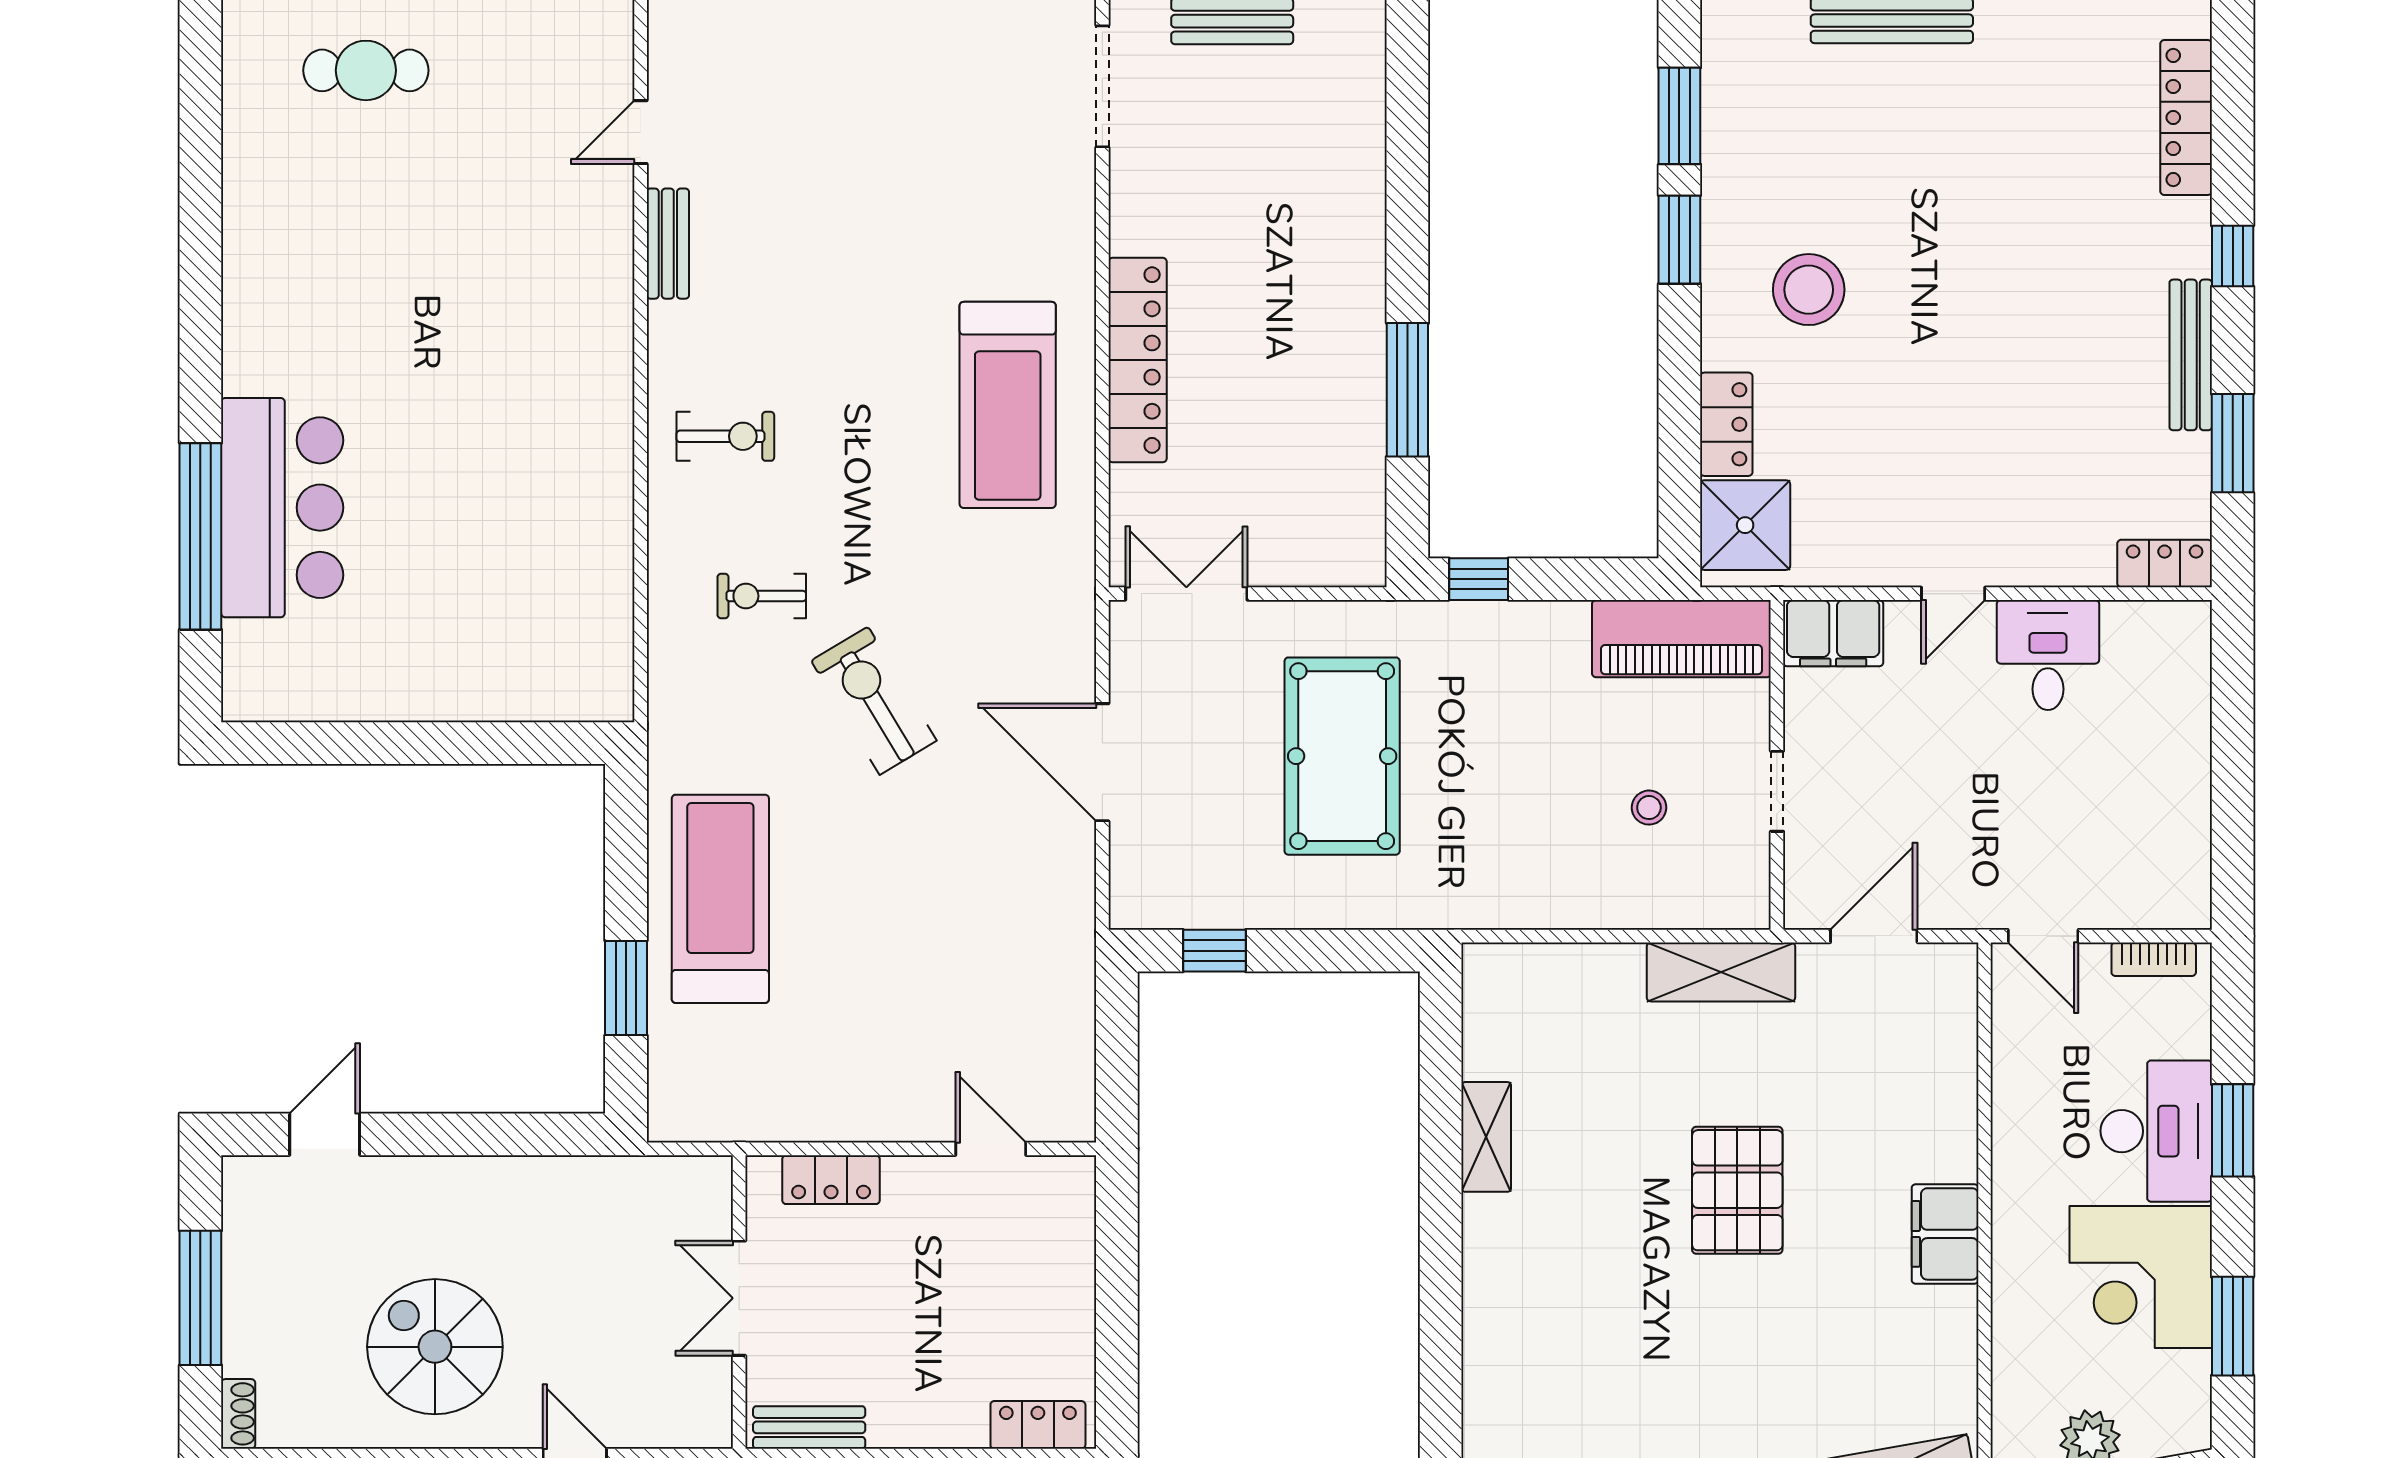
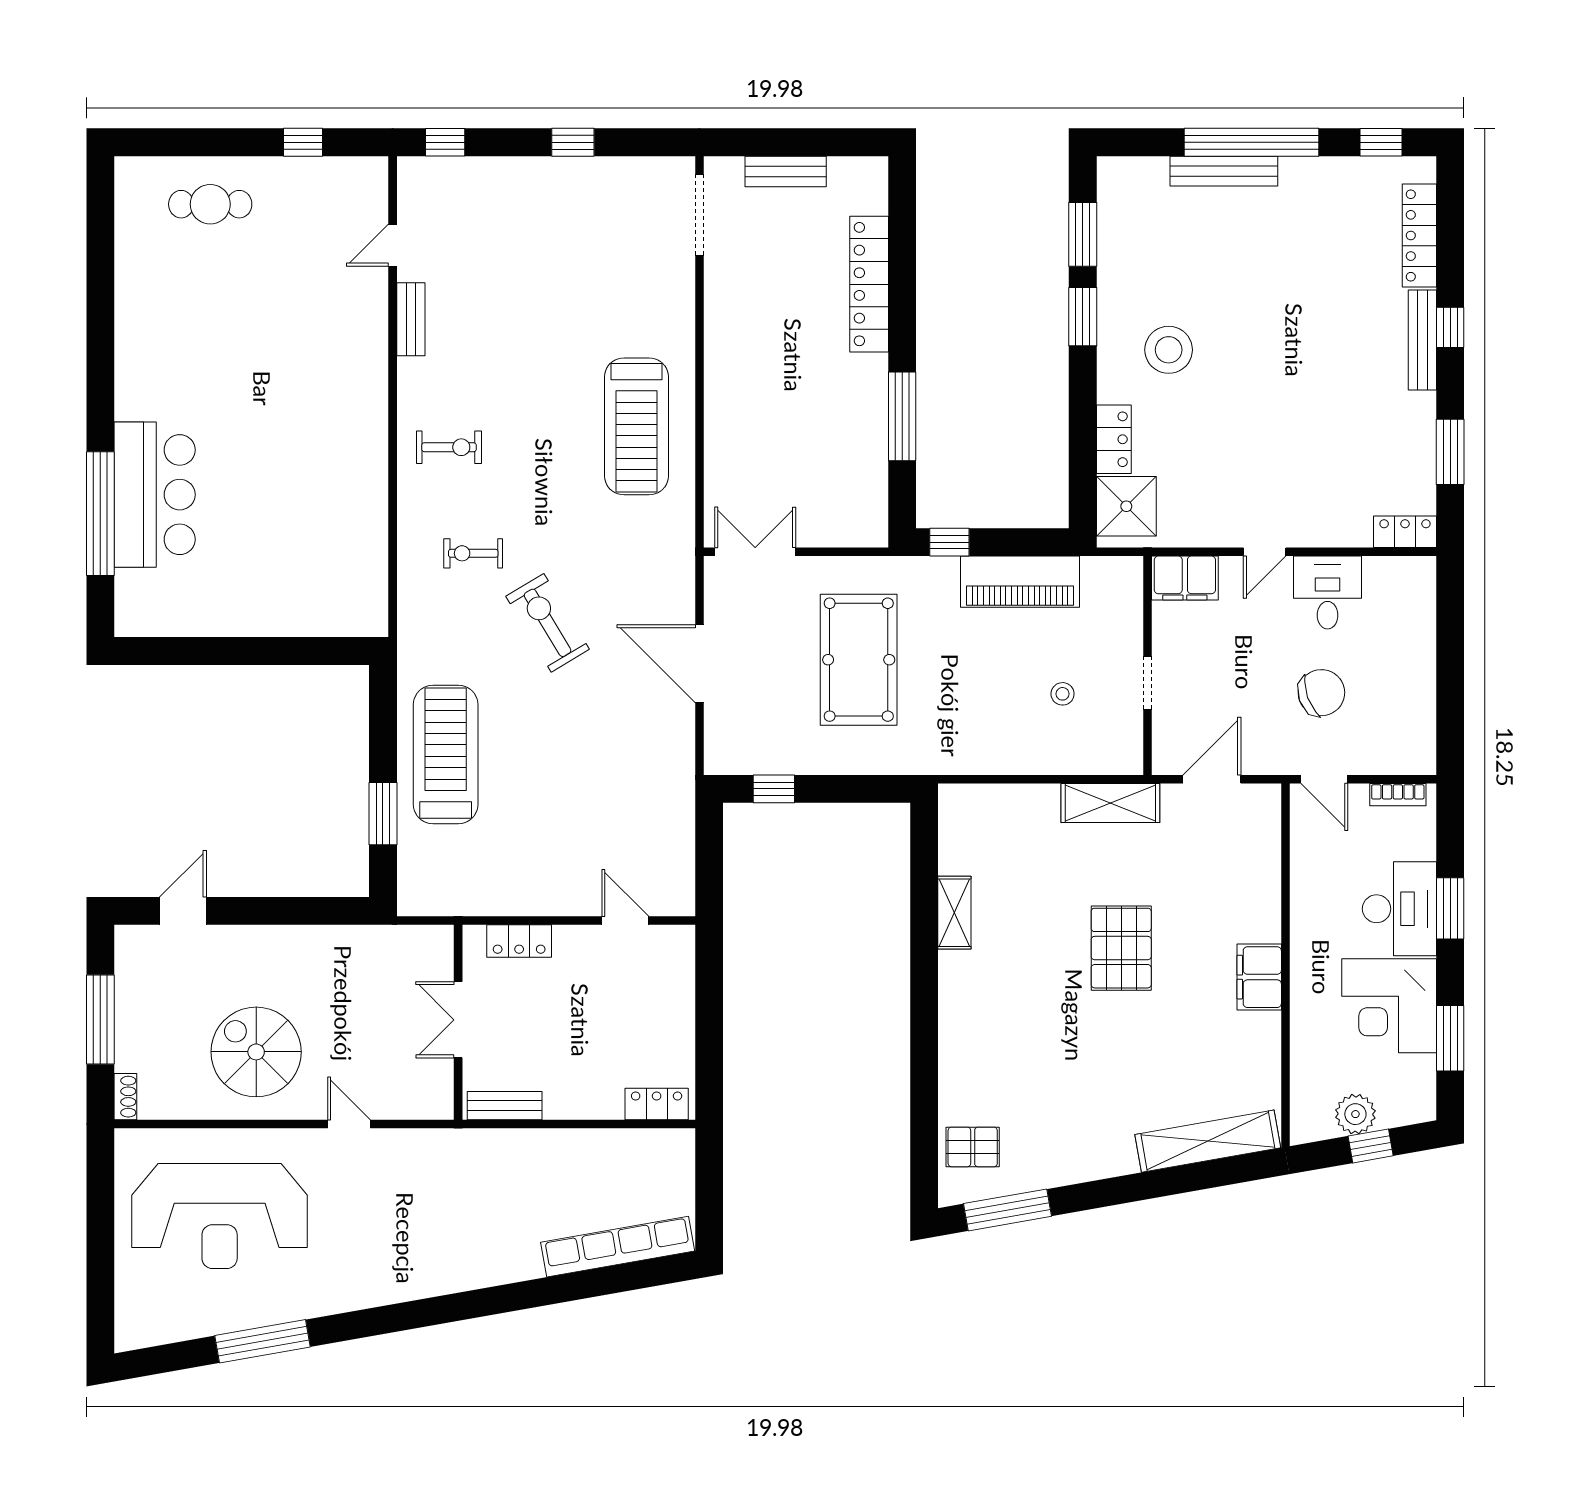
bench: (2191, 355) -> (1422, 340), moved
locker: (1138, 360) -> (869, 284), moved, turned 180
piano: (1681, 639) -> (1020, 582), moved
chair: (2039, 806) -> (1321, 693), added

